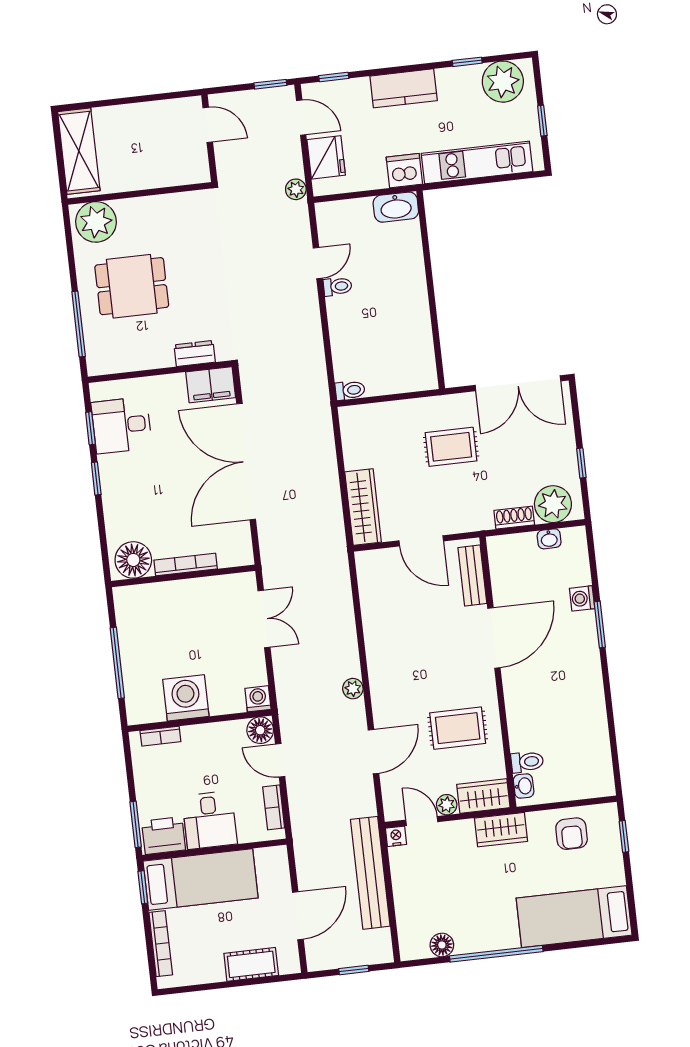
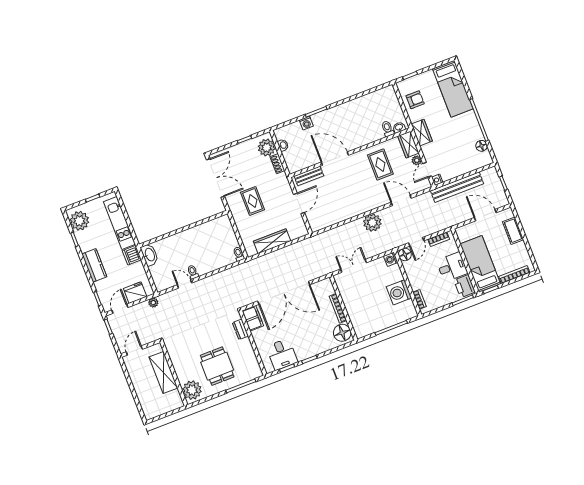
shelving: (79, 151) -> (163, 372), moved, turned 90
wardrobe: (363, 507) -> (272, 241), moved
plant: (353, 689) -> (372, 223), width x1.87, depth x1.87

